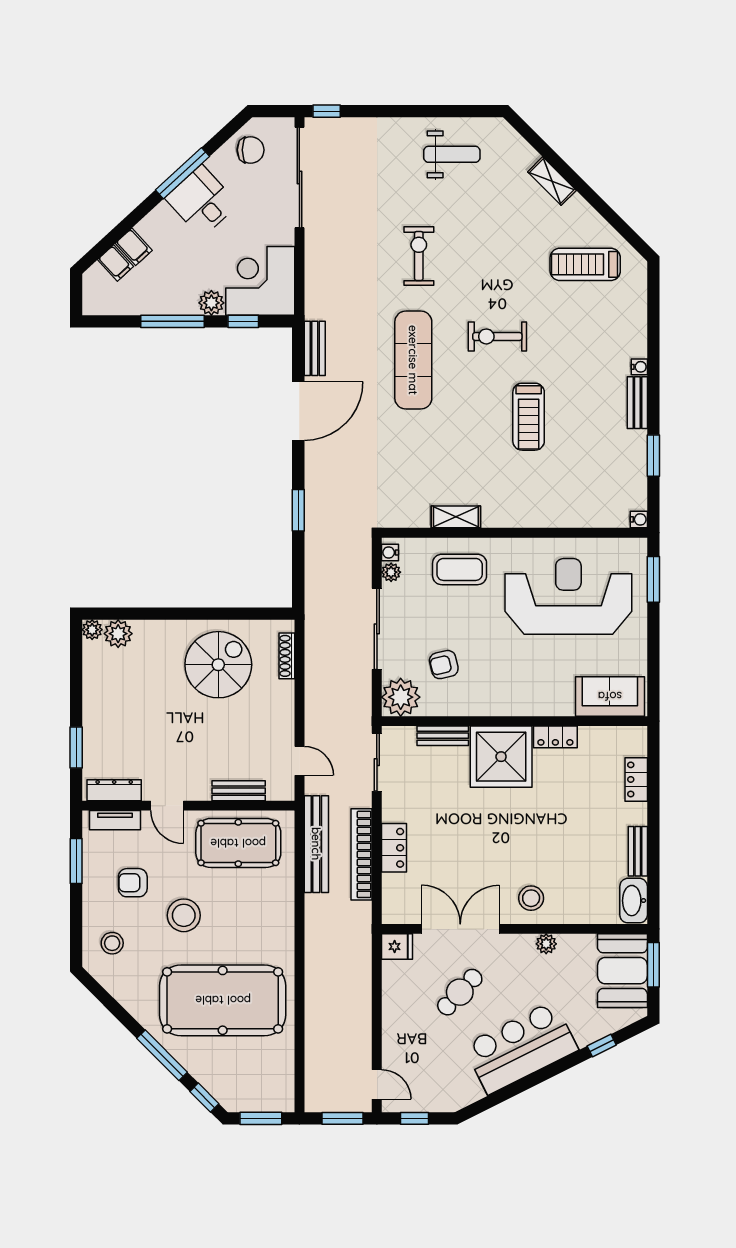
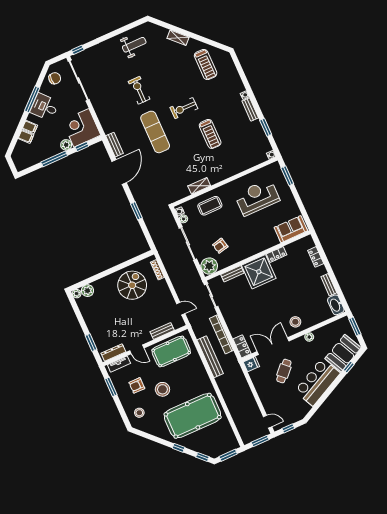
filing cabinet: (115, 263) -> (30, 127), moved
treadmill: (585, 264) -> (206, 64), turned -90
reception desk: (568, 596) -> (257, 197), width x0.74, depth x0.77
bench: (316, 844) -> (210, 357), moved
locker: (394, 848) -> (242, 346), moved
booth: (622, 971) -> (343, 353), moved, turned 63
window: (162, 1055) -> (178, 448), width x0.46

